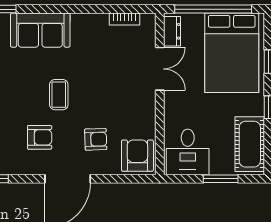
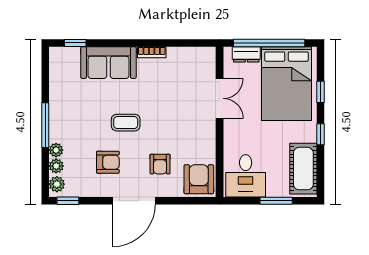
bookcase: (124, 19) -> (152, 52), moved
dresser: (172, 31) -> (246, 54), moved, turned 90
coffee table: (59, 95) -> (126, 123), turned 90
armchair: (96, 139) -> (160, 164), turned 92

